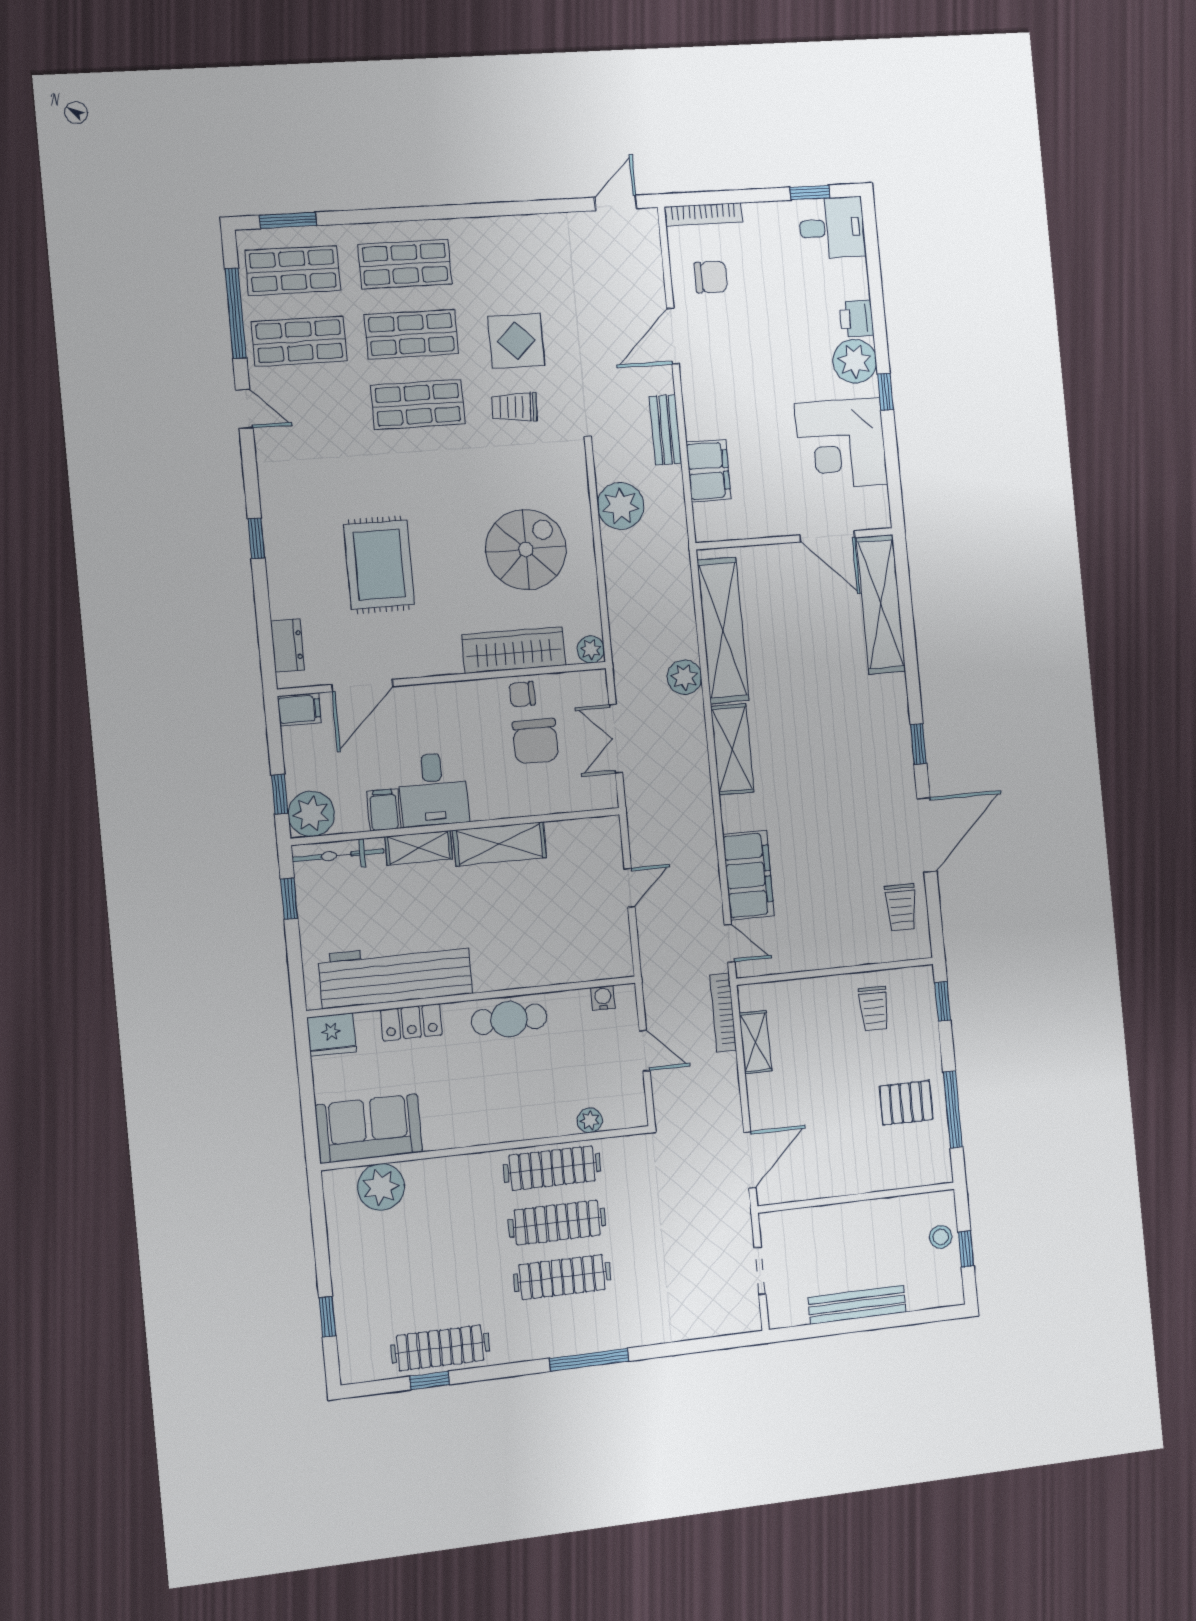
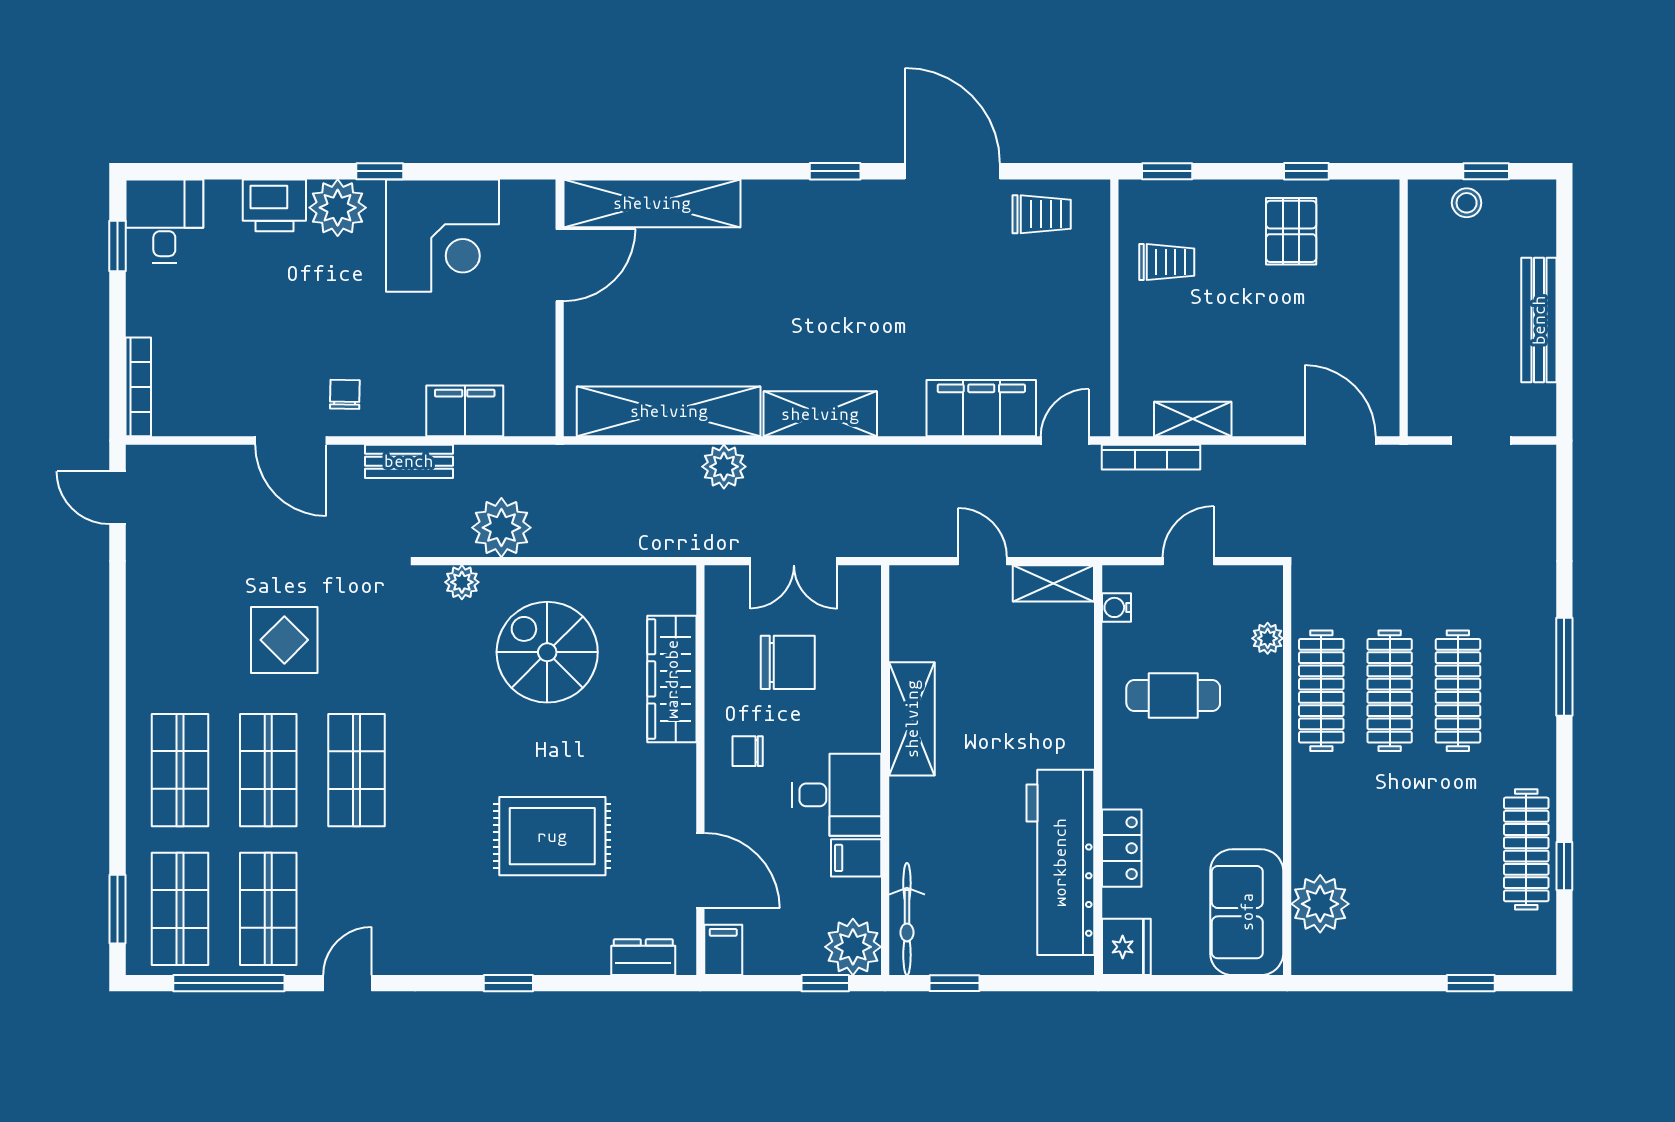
chair: (711, 277) -> (345, 394), moved, width x0.73, depth x0.73
printer: (856, 318) -> (274, 205), width x1.36, depth x1.24
trolley: (515, 407) -> (367, 650), removed
plant: (591, 650) -> (462, 582), moved
chair: (522, 694) -> (748, 751), moved, turned 90
shelving: (419, 848) -> (1053, 583), moved, turned 90
cafe table: (509, 1019) -> (1173, 695), moved, turned 90
window: (953, 1109) -> (1306, 171), width x0.46

